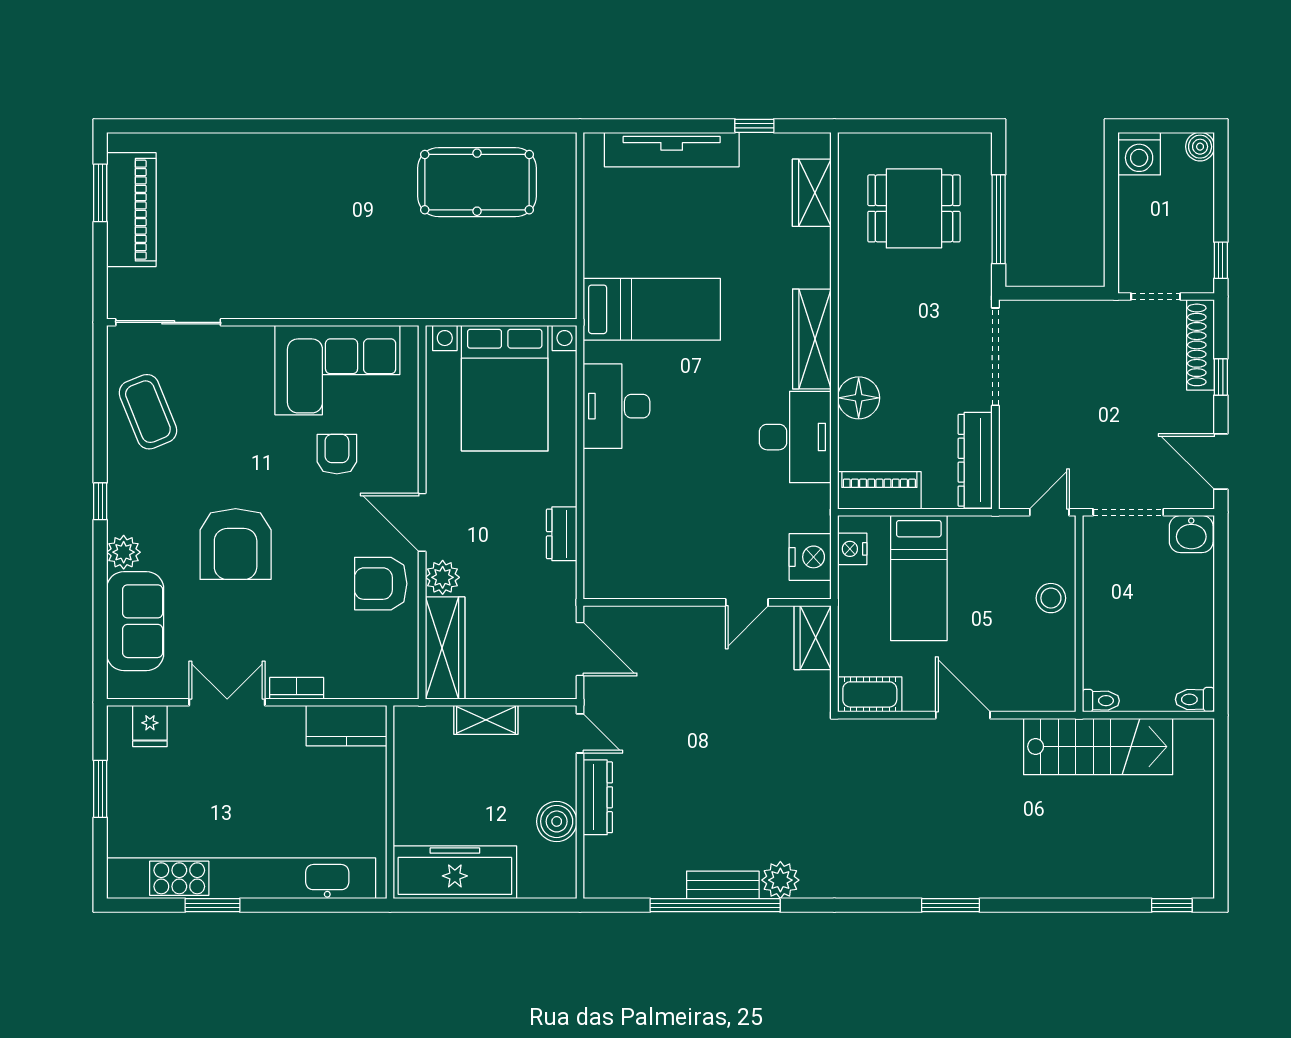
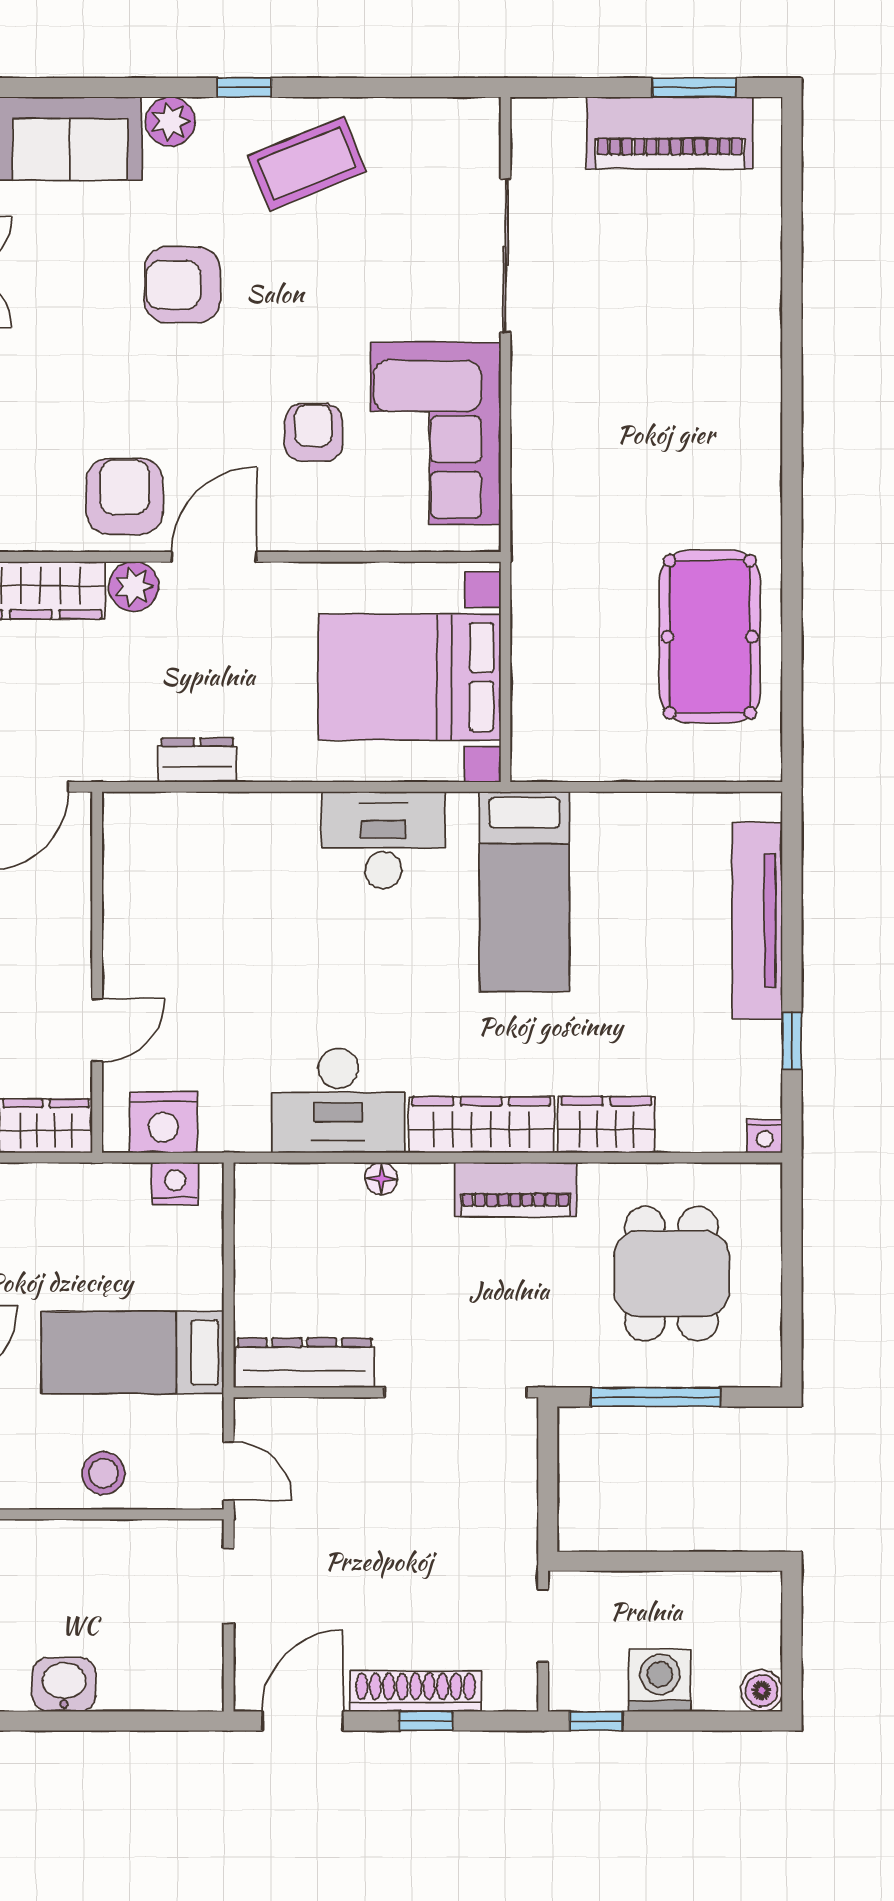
nightstand: (820, 144) -> (765, 1136), added
washing machine: (1139, 154) -> (660, 1680), moved, turned 90
wardrobe: (812, 193) -> (607, 1125), moved
sliding door: (168, 322) -> (506, 256), moved
shoe rack: (1200, 345) -> (416, 1691), moved
floor lamp: (859, 398) -> (381, 1179), width x0.53, depth x0.53
coffee table: (148, 412) -> (307, 164), moved
armchair: (337, 454) -> (313, 433), turned -90
piano: (879, 490) -> (516, 1190), moved, turned 90
doorway: (1128, 512) -> (229, 1586), width x0.73
washbasin: (1191, 534) -> (64, 1685), moved, turned 90
armchair: (236, 544) -> (182, 285), width x0.73, depth x0.73
bed: (919, 578) -> (133, 1353), moved
door: (747, 602) -> (97, 1030), swing flipped

